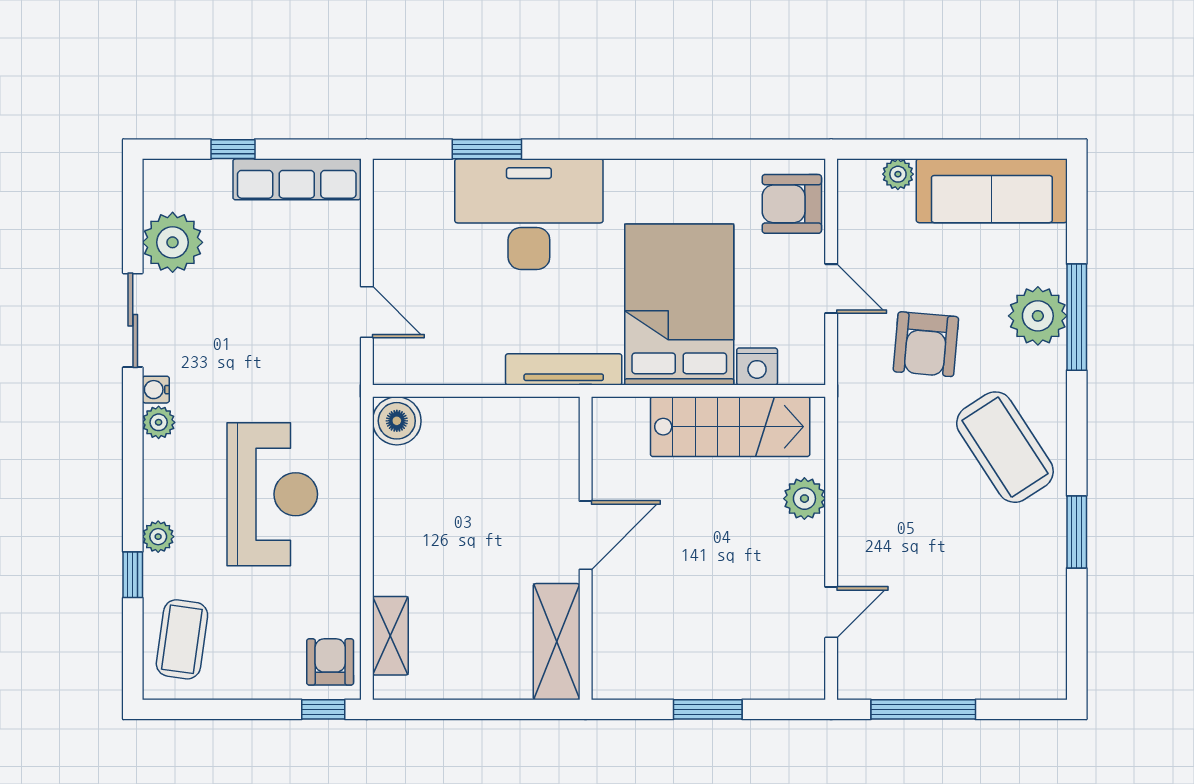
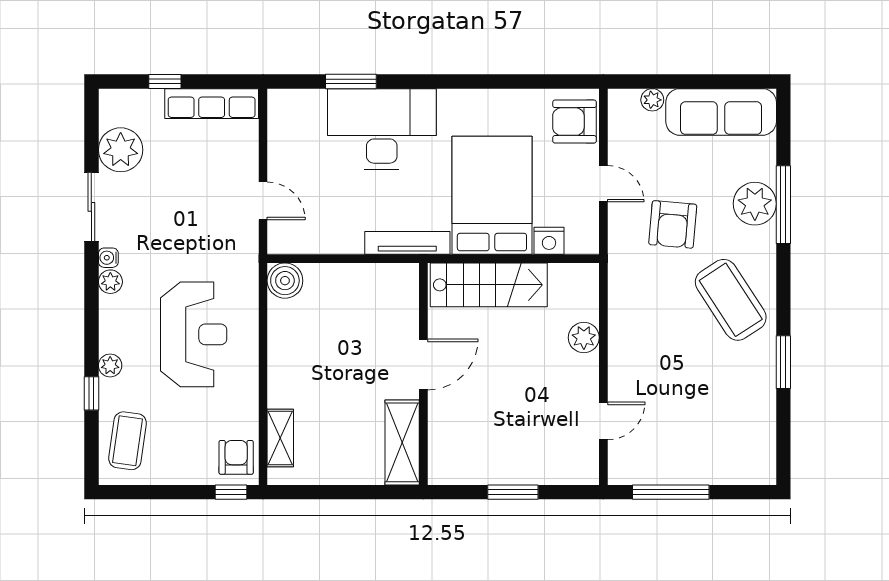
stairs: (730, 427) -> (489, 285), moved

